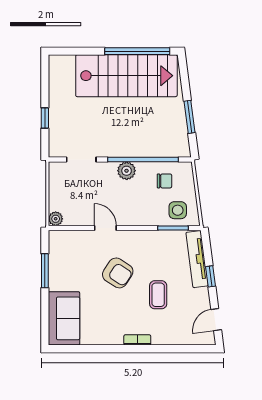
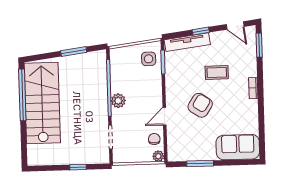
chair: (164, 181) -> (154, 139), moved
window: (191, 349) -> (259, 45), added

